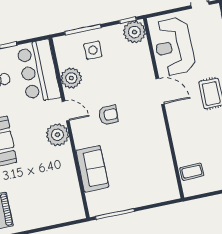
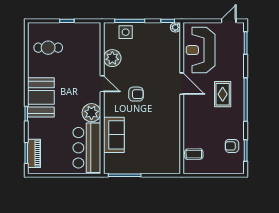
plant: (134, 32) -> (175, 27), width x0.53, depth x0.53
side table: (93, 50) -> (126, 32), moved
bar counter: (39, 71) -> (87, 148), moved
plant: (57, 135) -> (91, 113), moved

